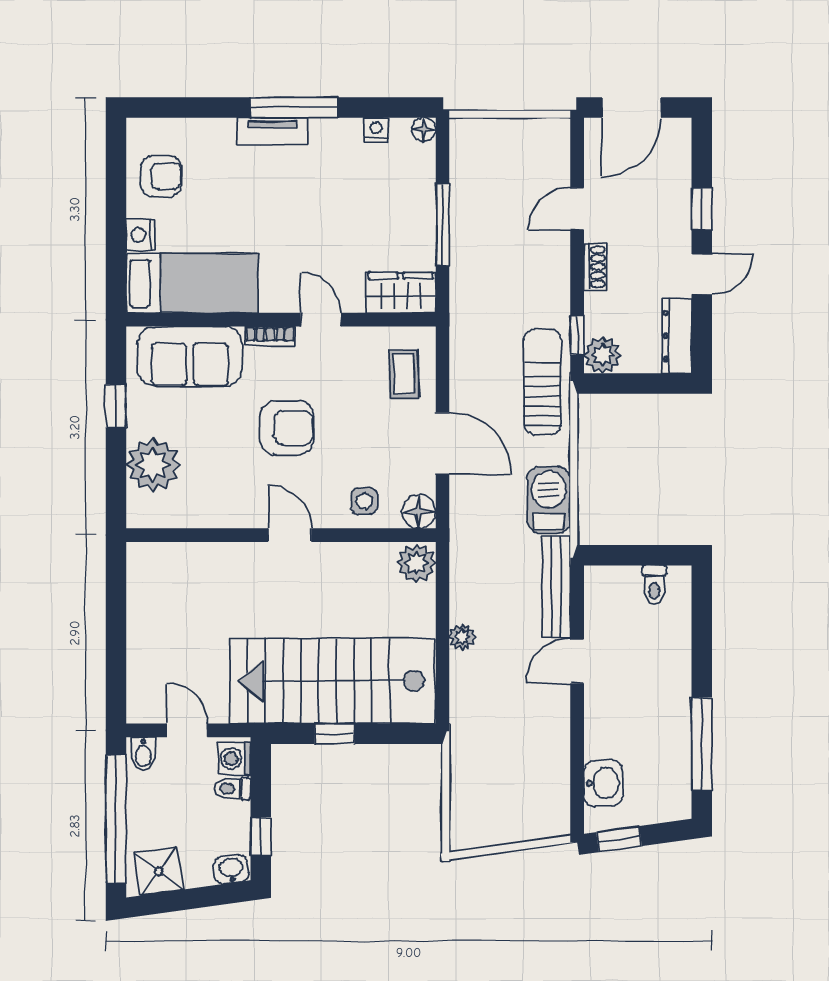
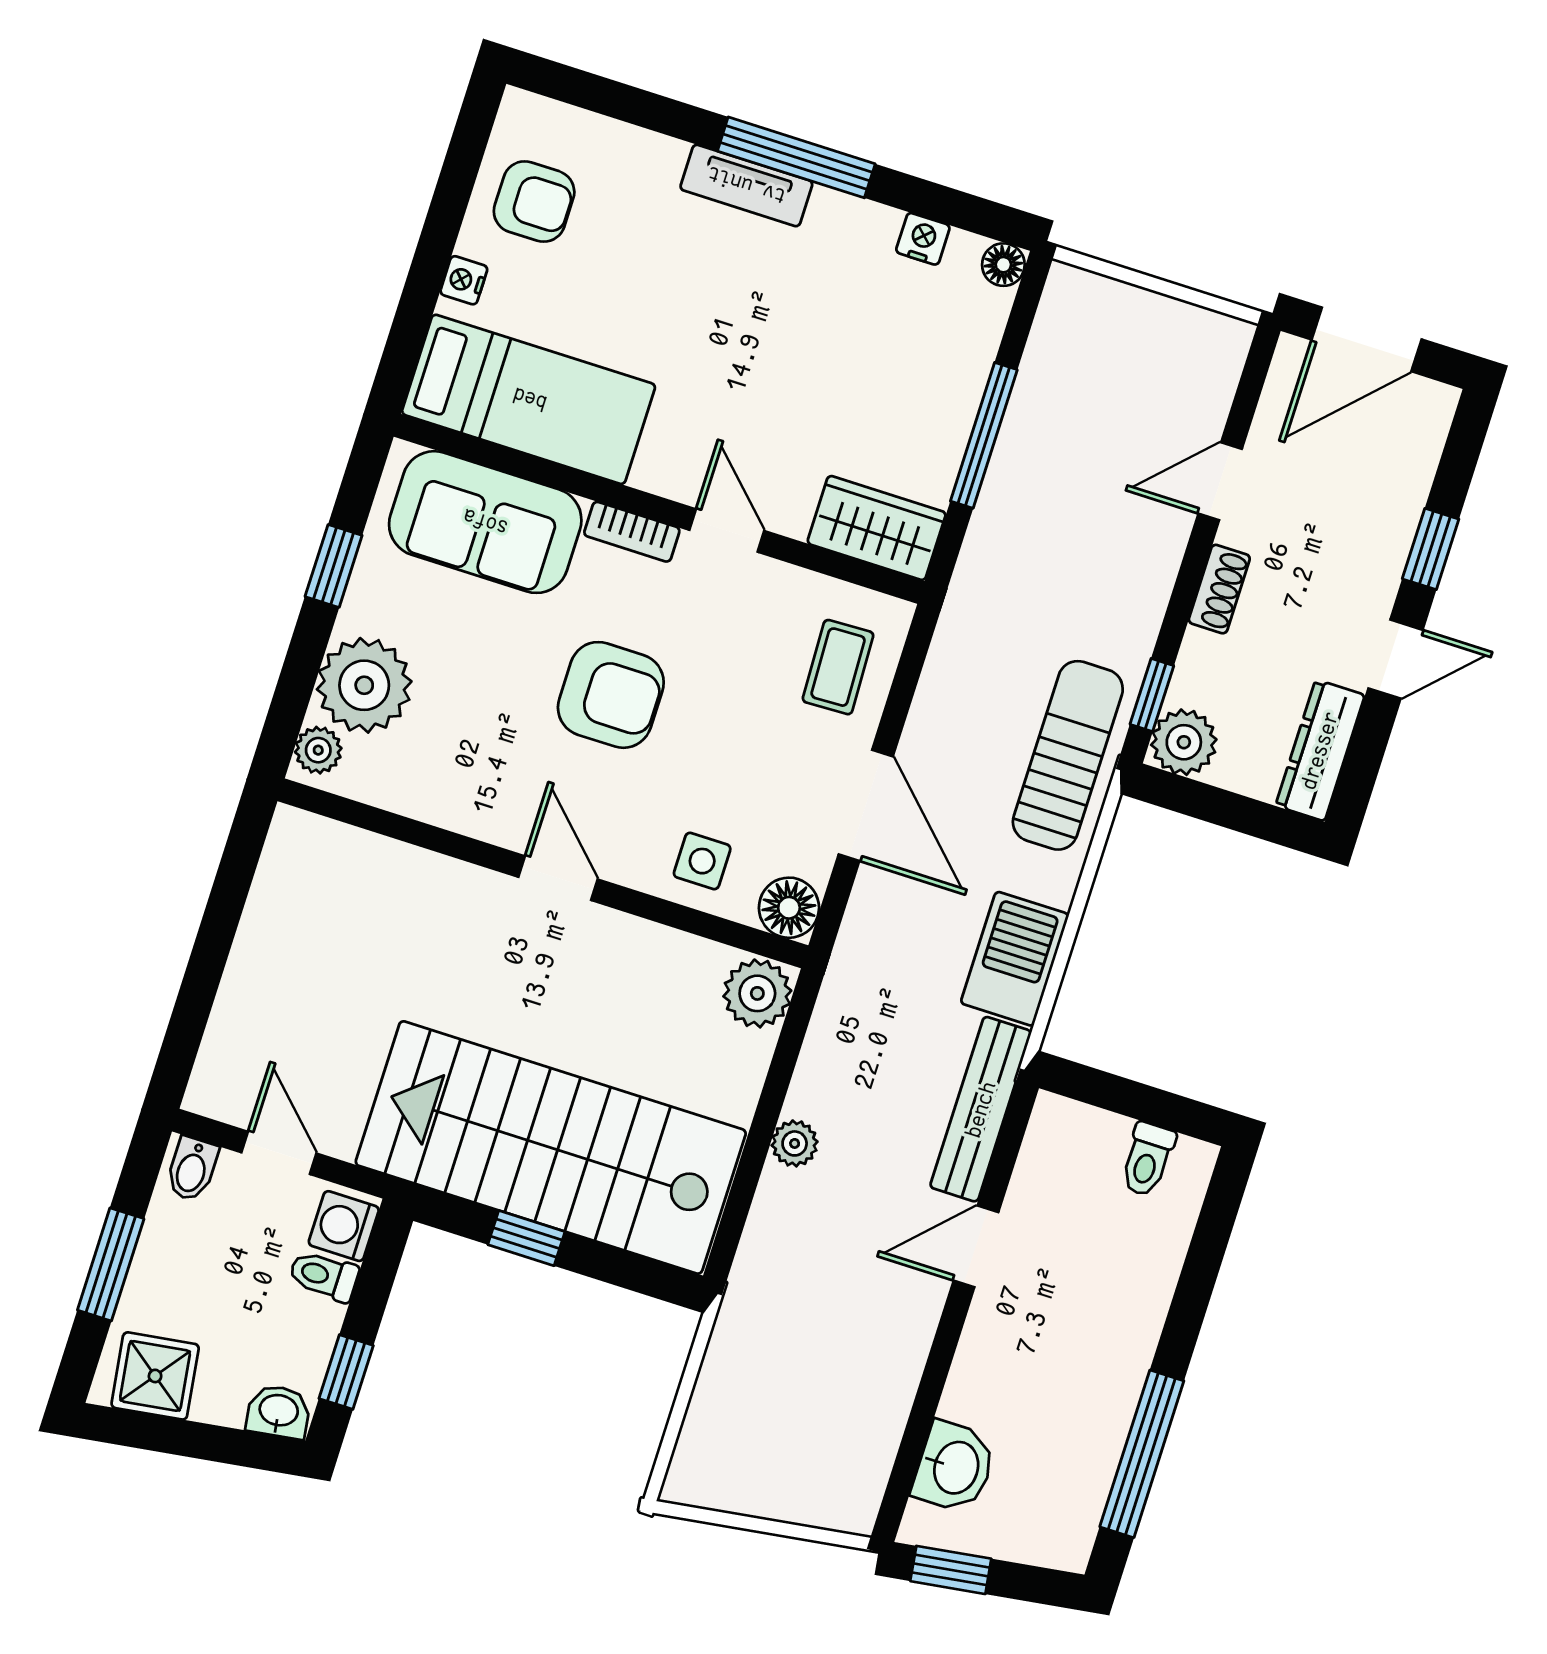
nightstand: (141, 235) -> (464, 280), width x0.72, depth x0.74
plant: (139, 507) -> (318, 750), added
window: (116, 819) -> (111, 1264), width x0.47

